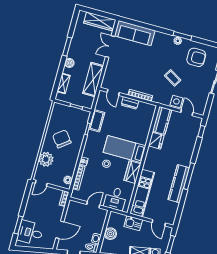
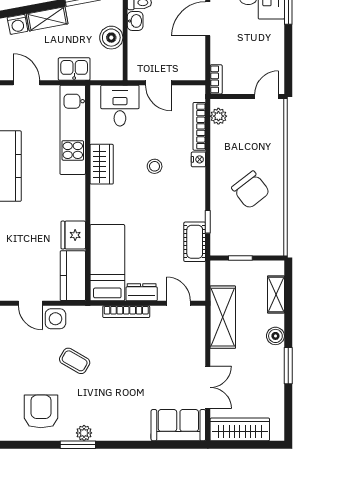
sofa: (135, 33) -> (178, 425), width x0.73
armchair: (196, 57) -> (41, 411), turned 90
bed: (124, 149) -> (107, 263), moved, turned -90
plant: (46, 159) -> (270, 144), removed
door: (93, 205) -> (158, 83), hinge flipped

